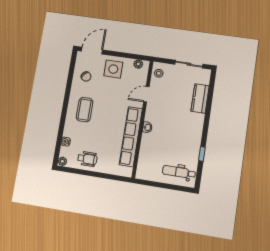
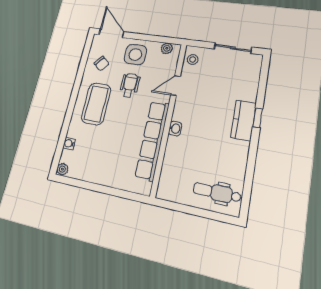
door: (92, 51) -> (111, 33), hinge flipped
kitchen counter: (200, 98) -> (243, 120), moved
coffee table: (85, 110) -> (96, 104), width x1.36, depth x1.32
window: (202, 154) -> (258, 118), moved
wheelchair: (87, 159) -> (130, 85), moved, turned -90

